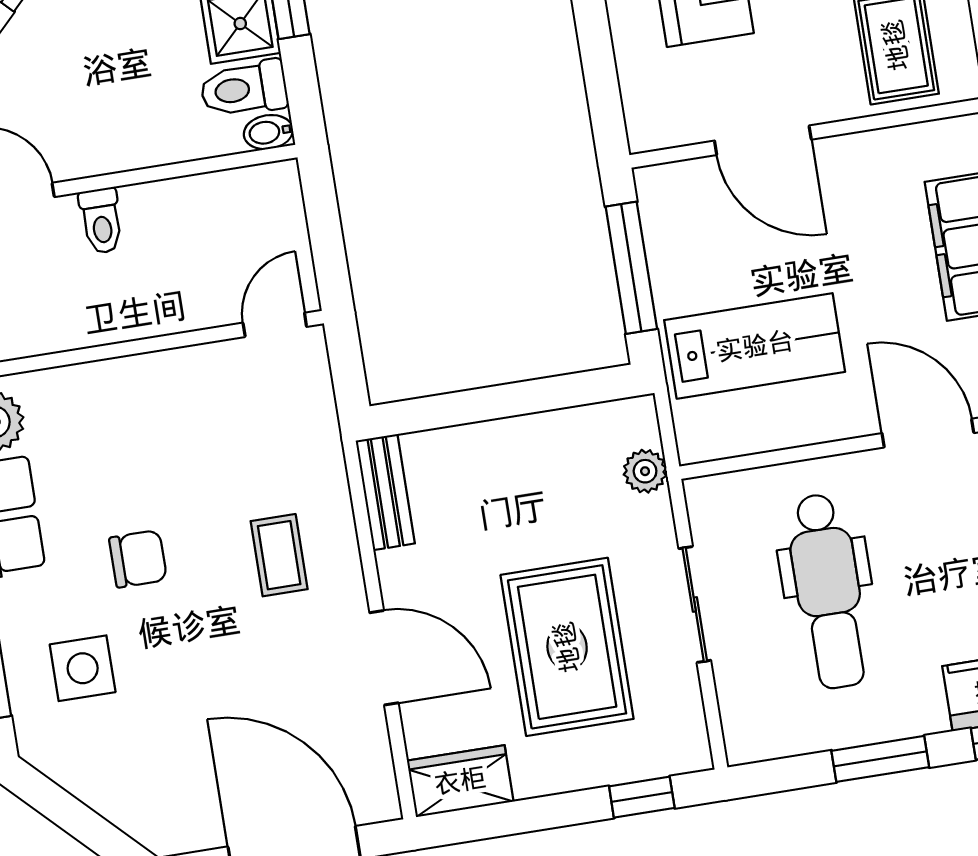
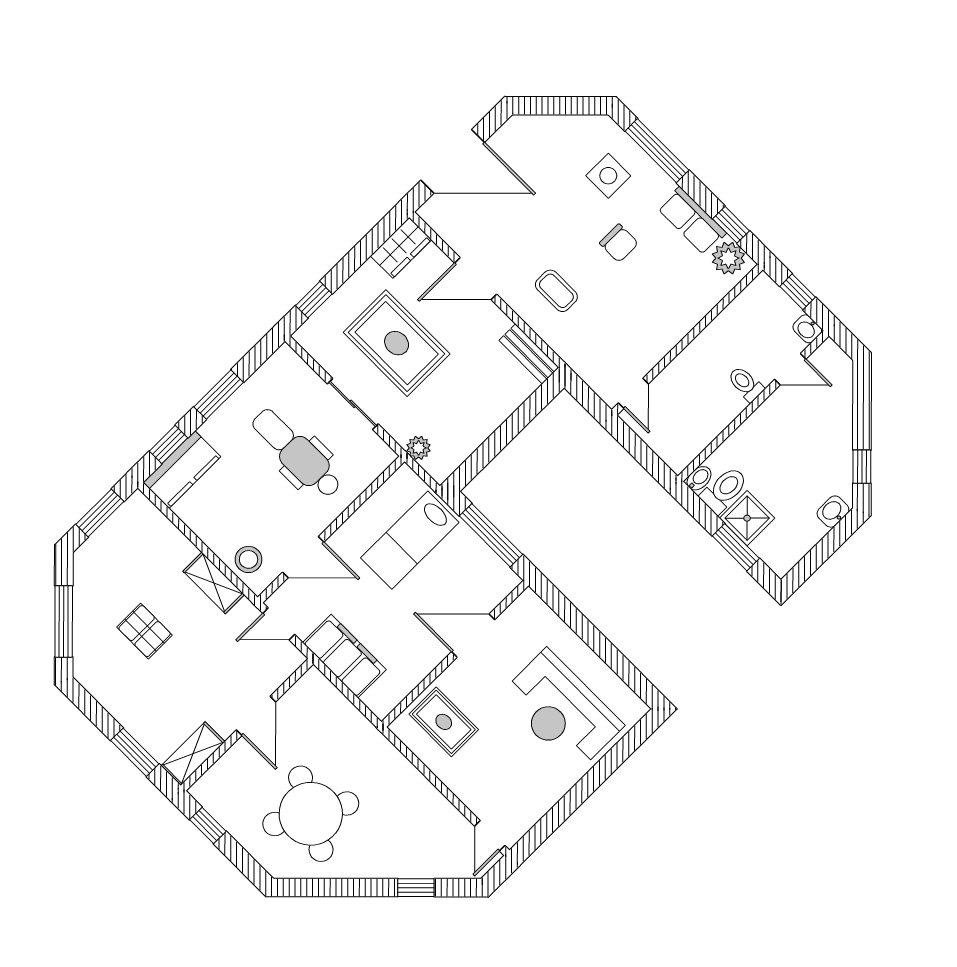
chair: (138, 559) -> (619, 243), turned -90

